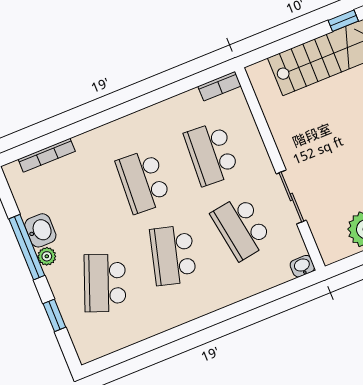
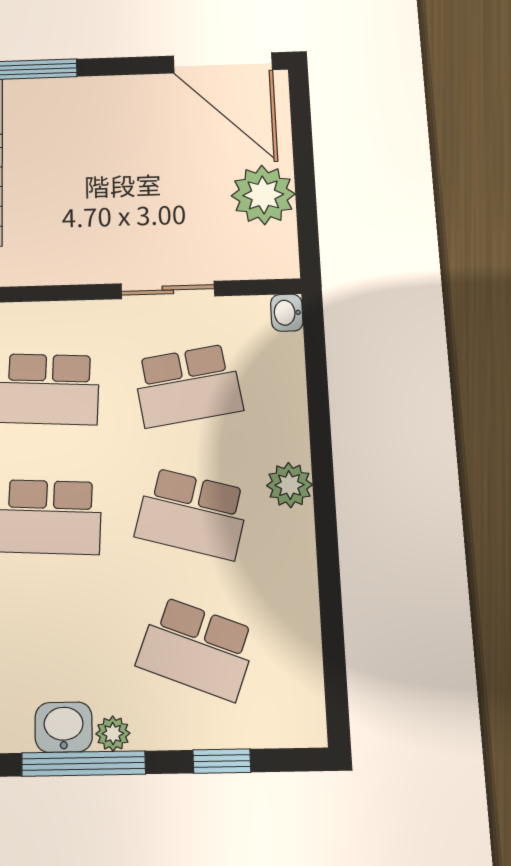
plant: (207, 301) -> (290, 485), added

